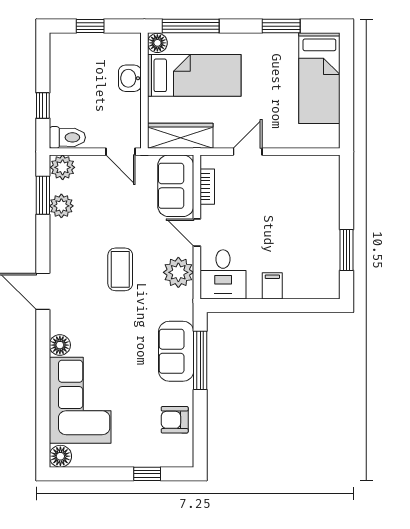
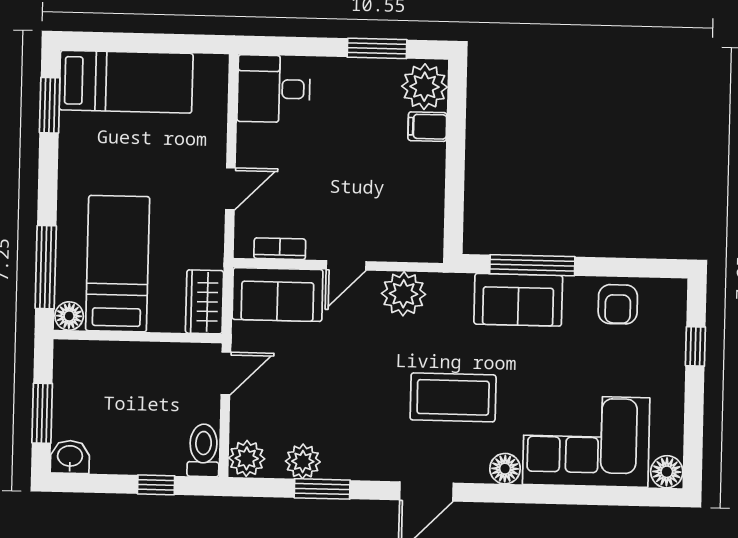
window: (90, 26) -> (42, 413), width x1.50
window: (281, 26) -> (50, 105), moved
washbasin: (130, 78) -> (70, 457), moved, turned 180
wardrobe: (180, 136) -> (205, 302), width x0.67
door: (248, 152) -> (230, 189), swing flipped
window: (43, 195) -> (322, 489), moved
coffee table: (120, 269) -> (453, 397), moved, width x1.36, depth x1.32
desk: (223, 274) -> (274, 89), moved, turned 180
plant: (321, 283) -> (425, 87), added
filing cabinet: (272, 286) -> (427, 127), moved

